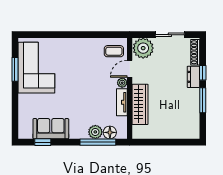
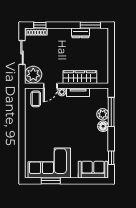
door: (130, 69) -> (50, 86), hinge flipped
window: (203, 73) -> (40, 25), moved
dresser: (193, 77) -> (80, 33), moved
window: (203, 100) -> (90, 25), moved
sofa: (51, 129) -> (93, 170), moved, turned 90
floor lamp: (110, 132) -> (103, 126), moved

